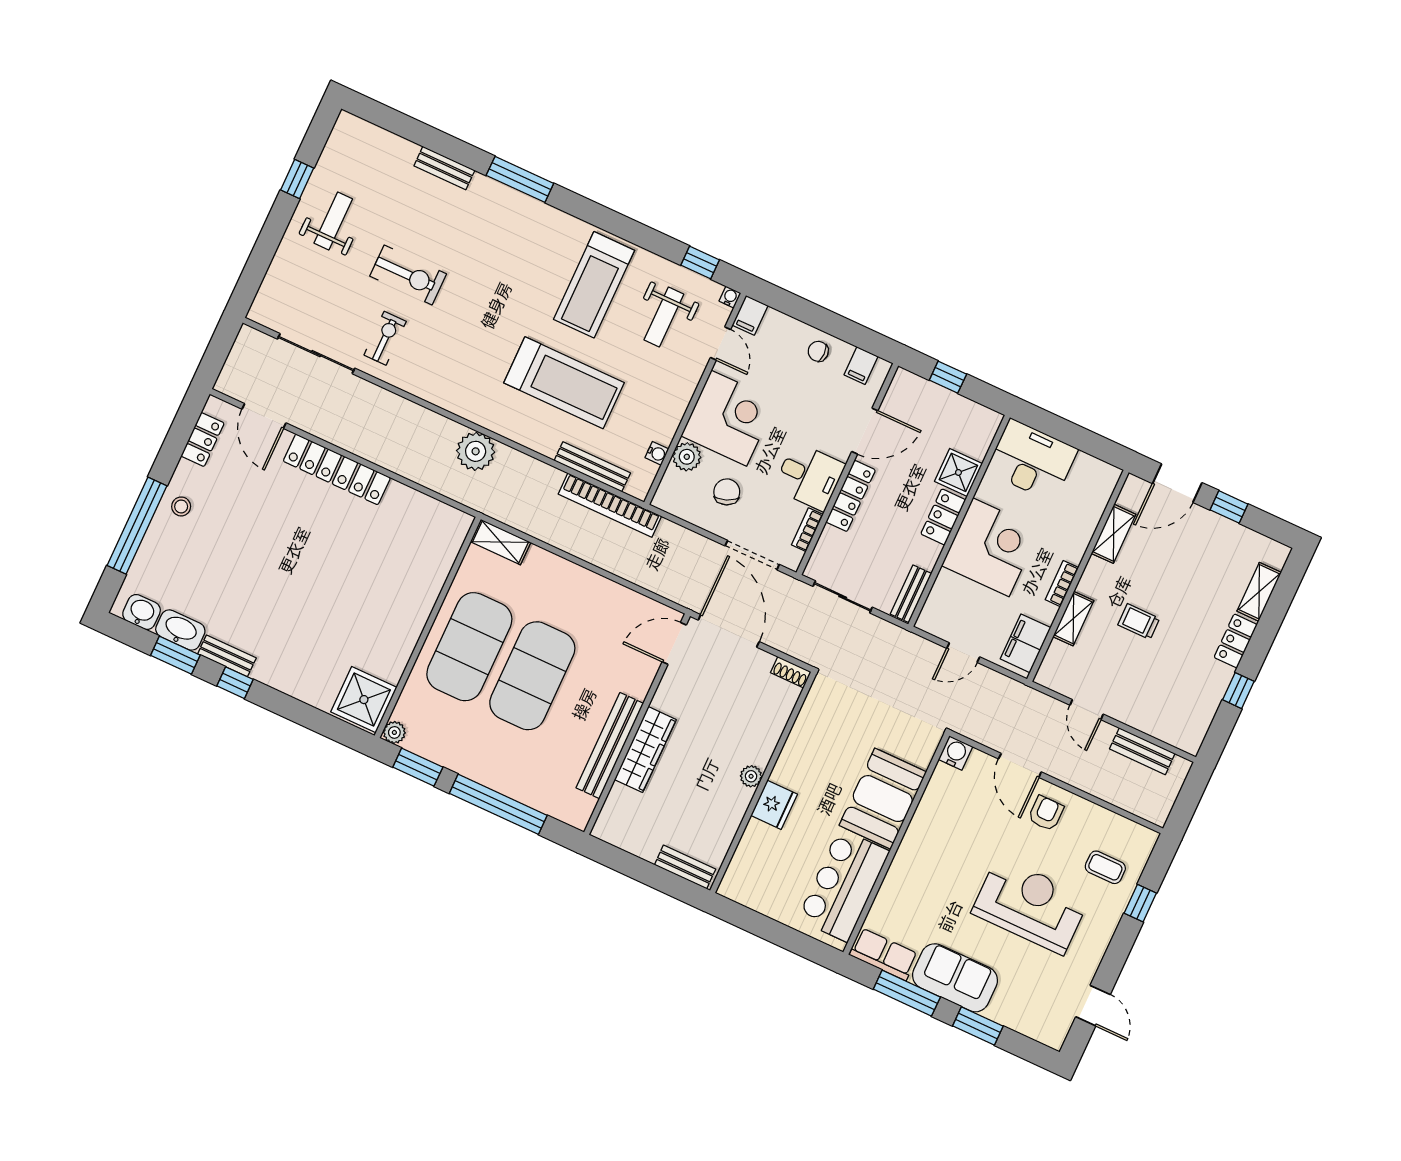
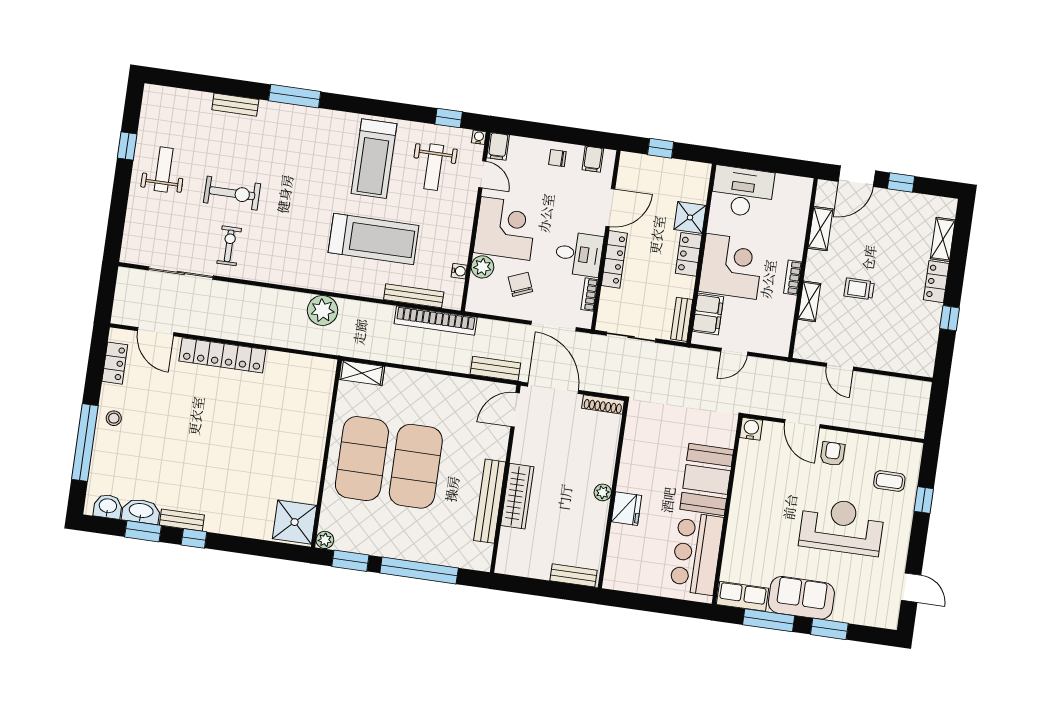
filing cabinet: (1026, 643) -> (708, 314), moved, turned 180
shoe rack: (791, 672) -> (603, 404), width x1.43
bench: (1142, 751) -> (495, 369), moved

